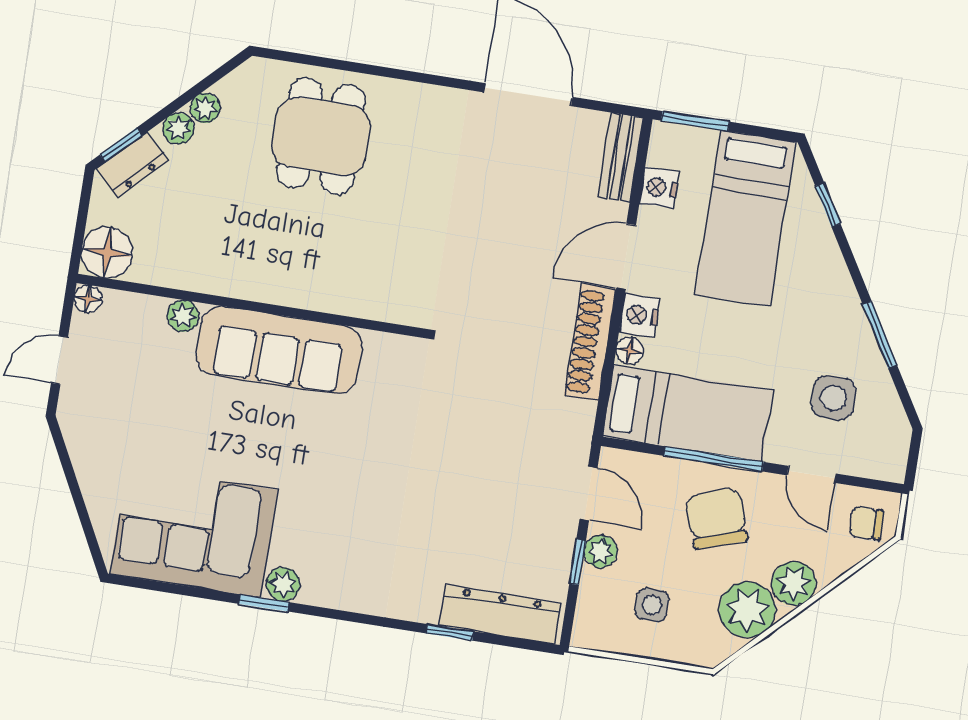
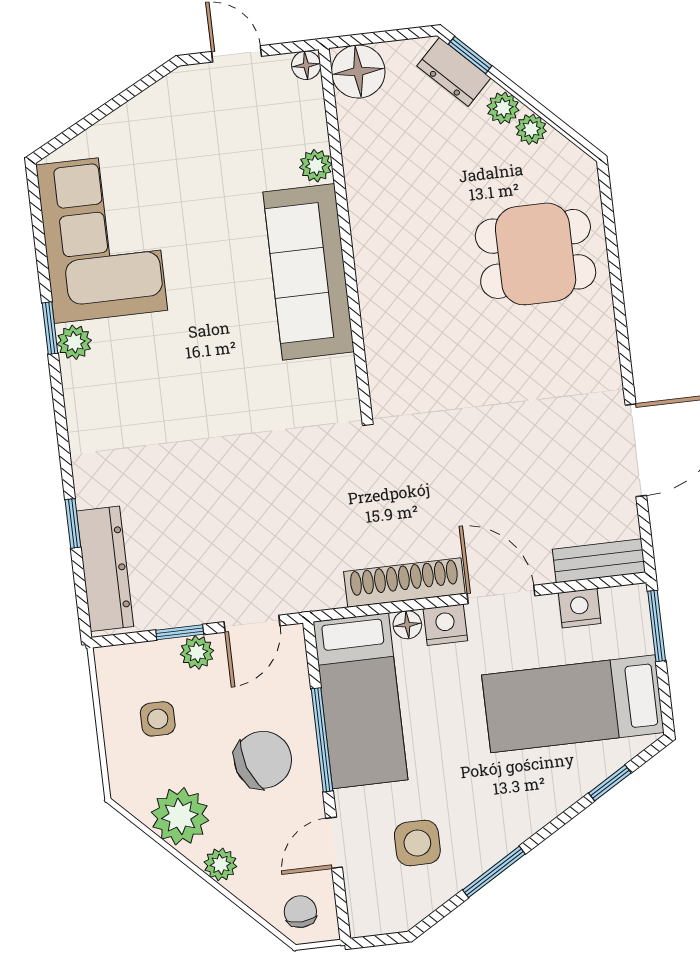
plant: (794, 583) -> (220, 864), width x0.73, depth x0.73

